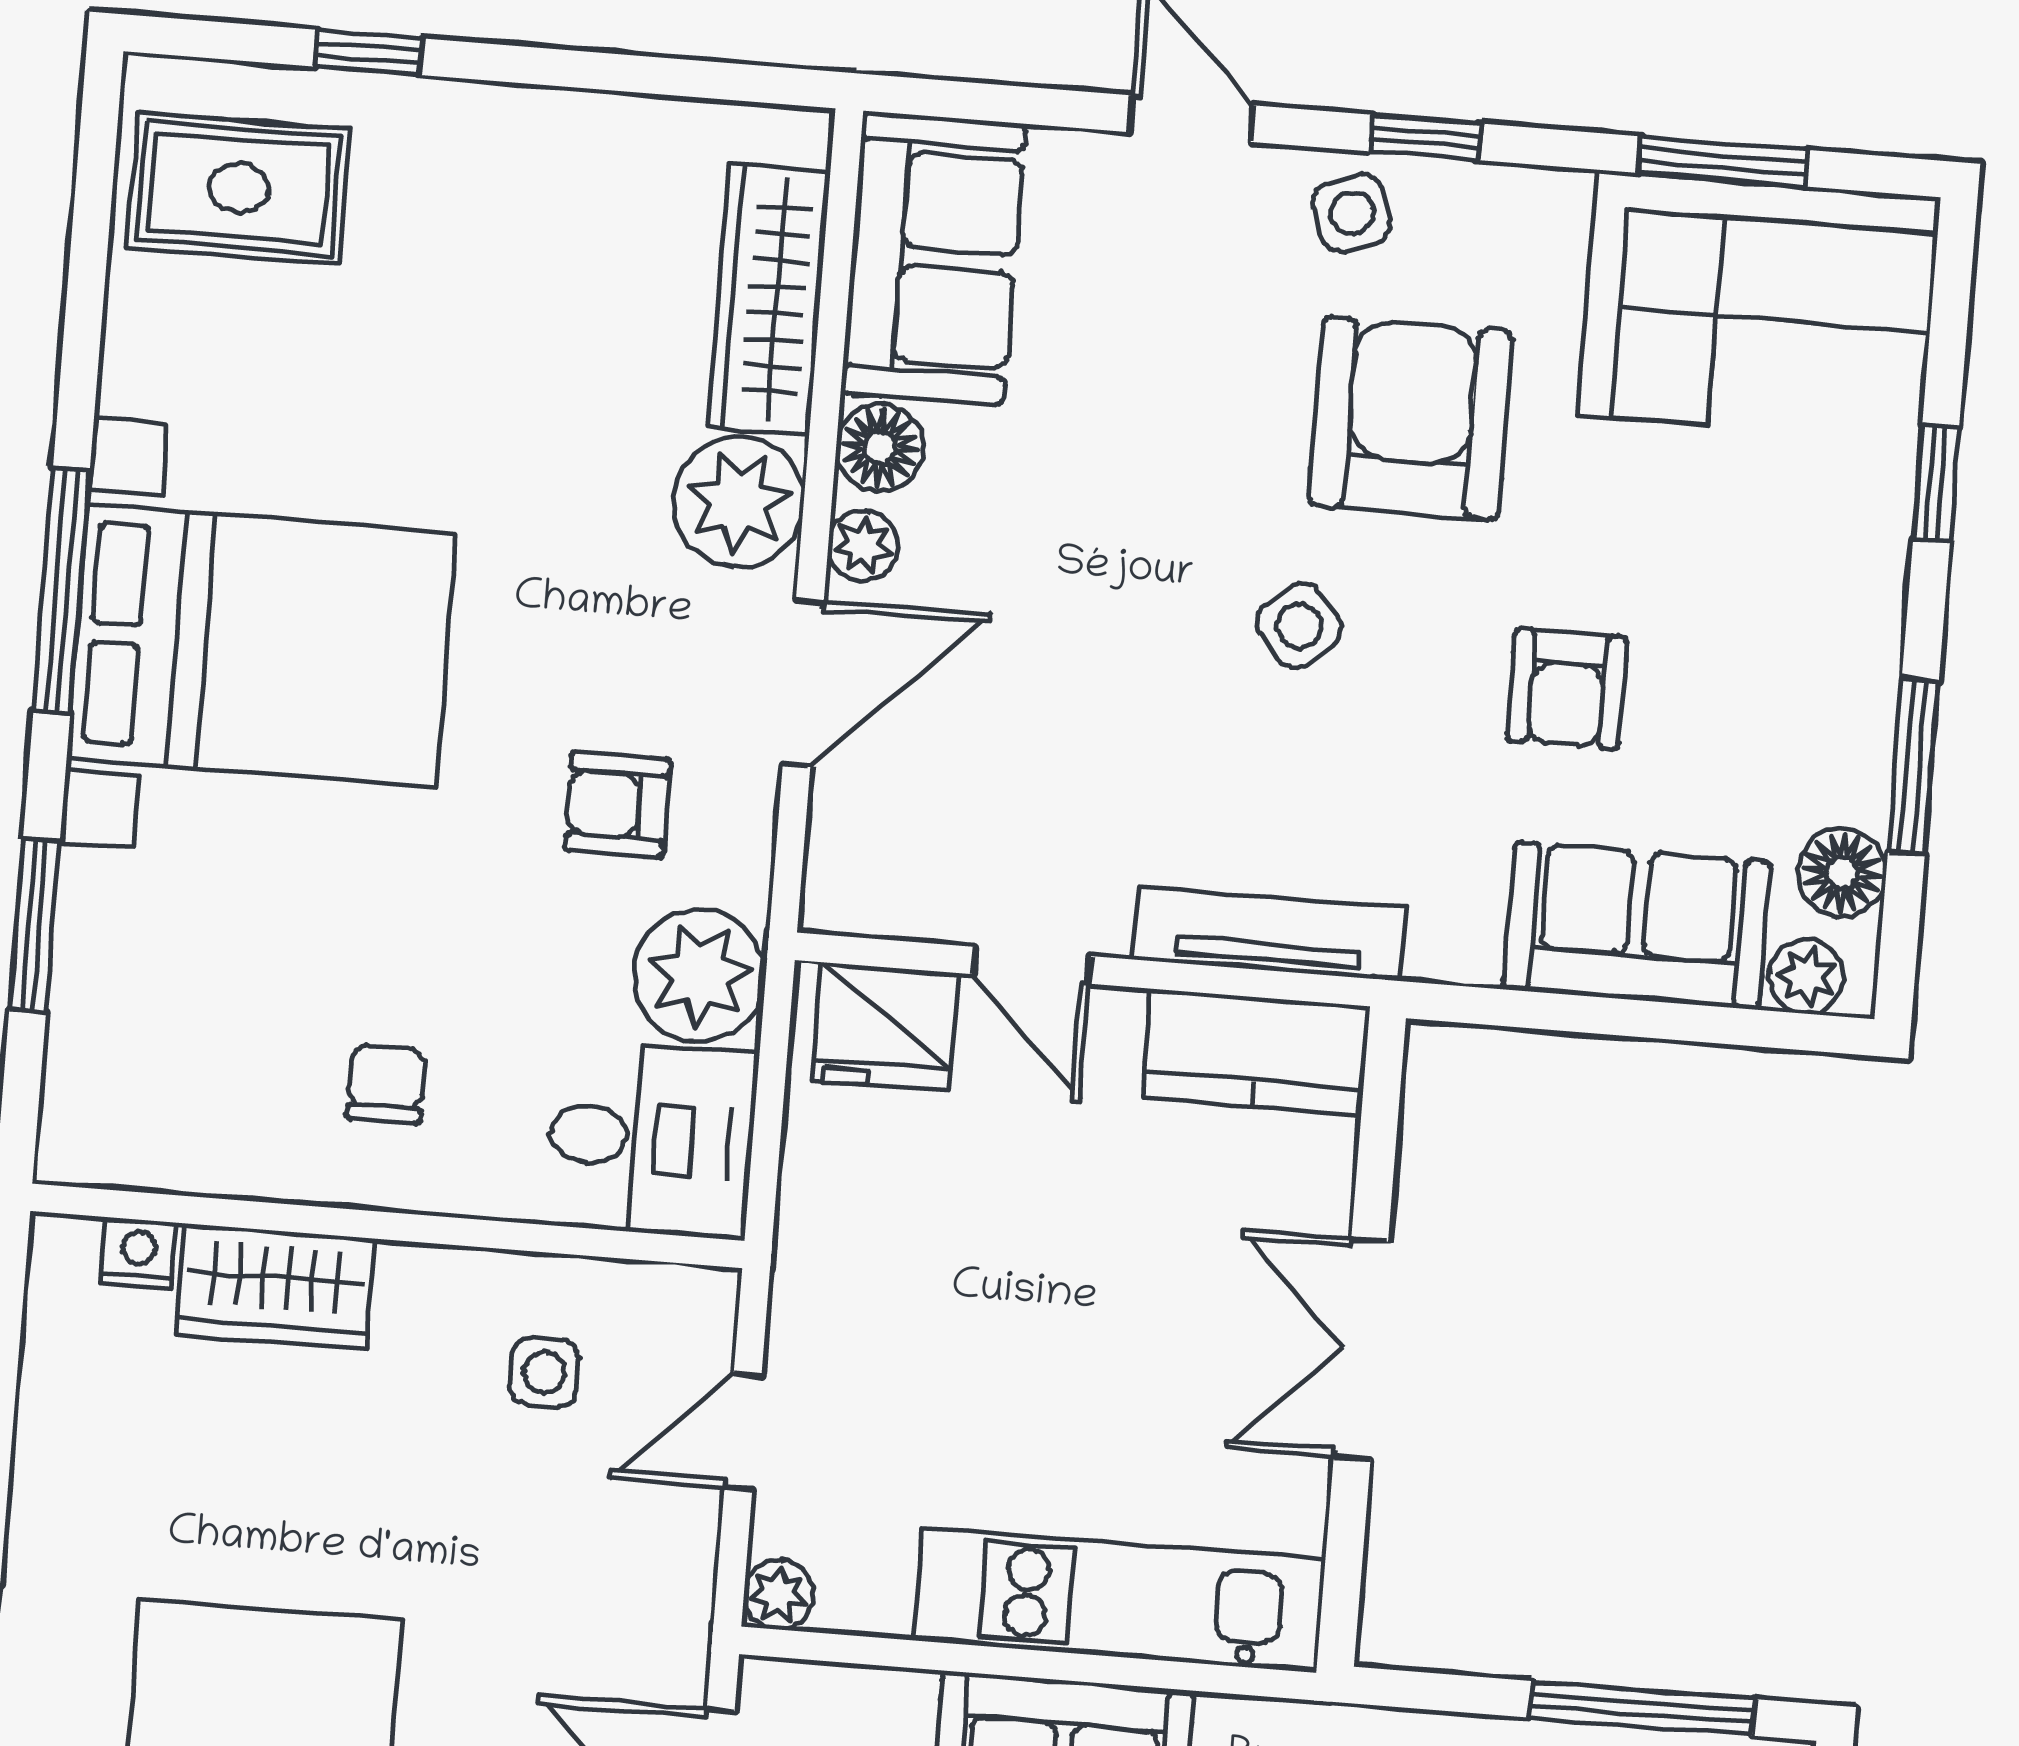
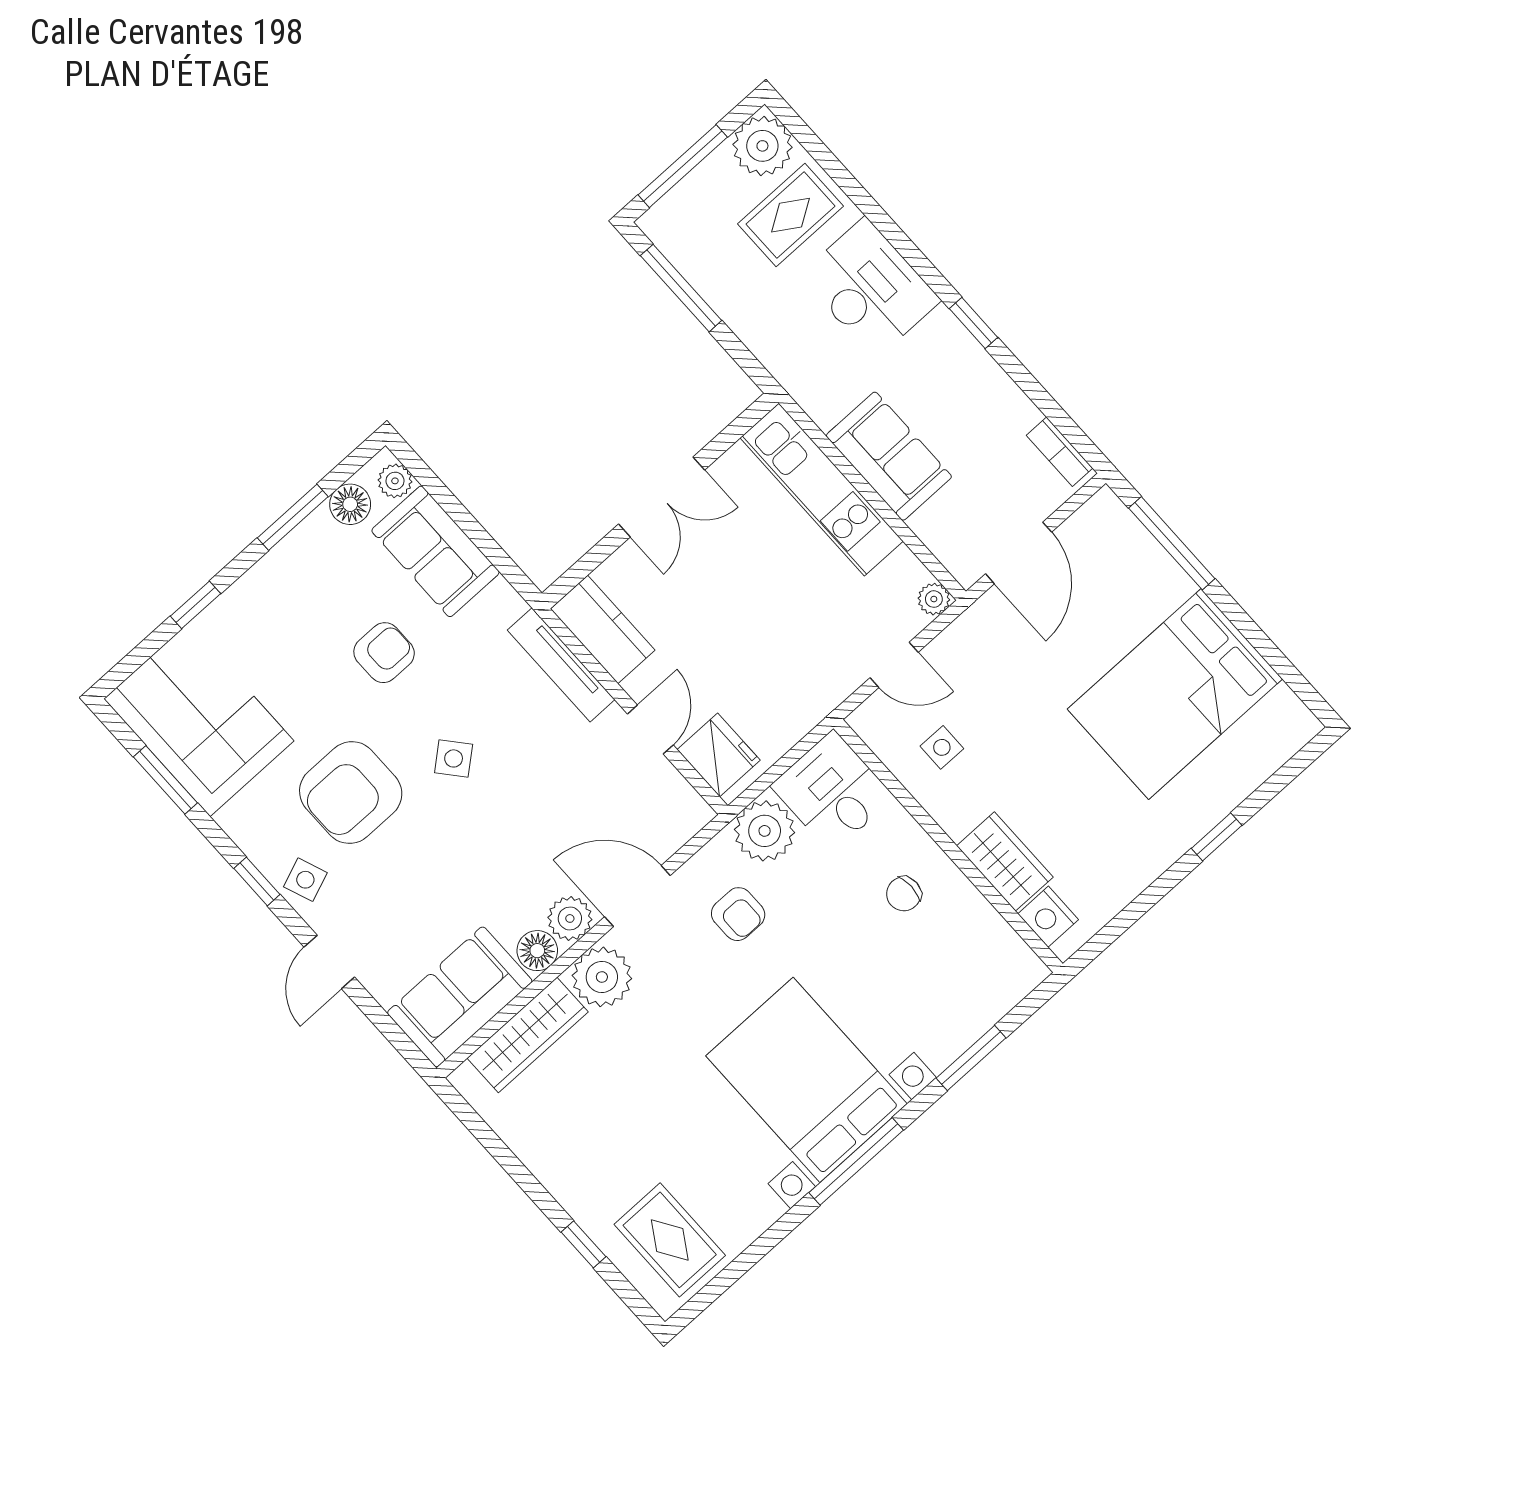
plant: (863, 546) -> (570, 918), width x1.38, depth x1.38
nightstand: (139, 1253) -> (1048, 917), width x1.39, depth x1.35

